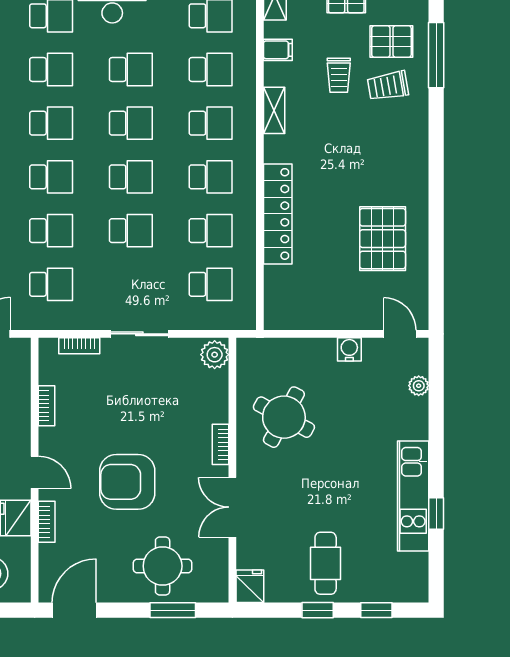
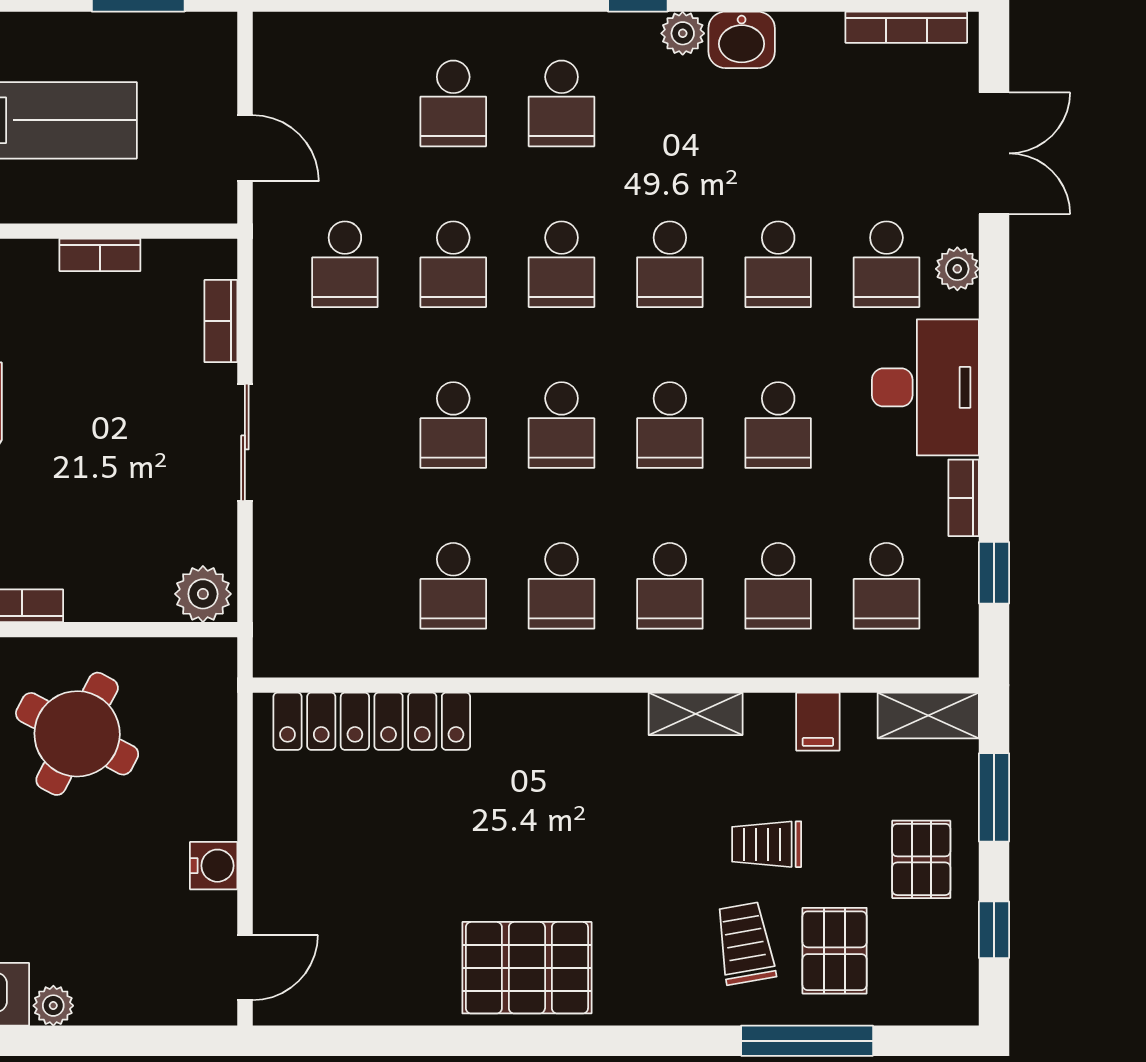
locker: (278, 214) -> (372, 721), moved
pallet: (383, 239) -> (527, 968), moved
school desk: (211, 284) -> (345, 586), removed
plant: (419, 386) -> (53, 1006), moved

